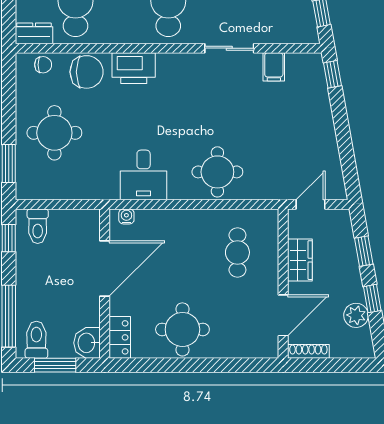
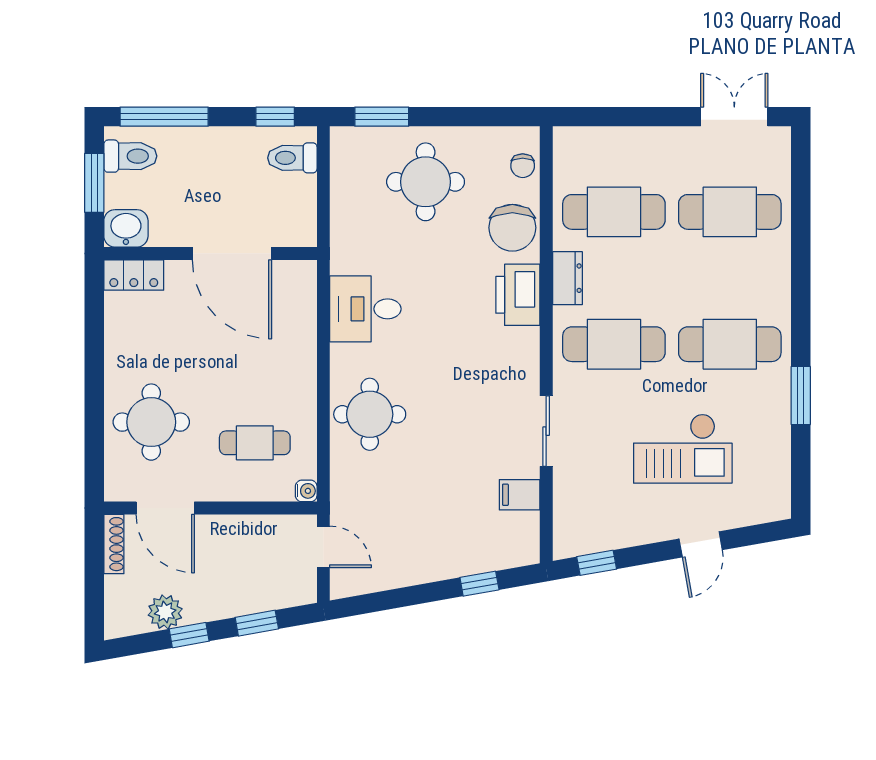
dresser: (34, 33) -> (567, 278), moved
window: (332, 74) -> (479, 584), moved
water cooler: (126, 216) -> (306, 491), moved
wardrobe: (300, 260) -> (244, 532), removed
round table: (182, 329) -> (151, 422), moved

